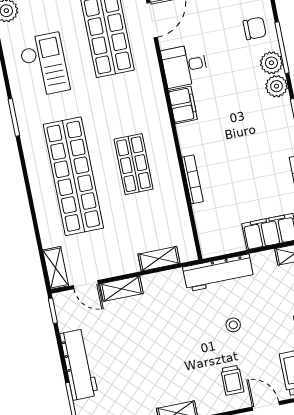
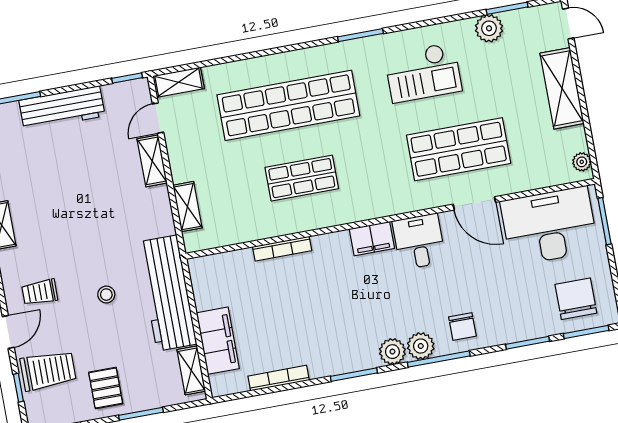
workbench: (218, 273) -> (167, 293), width x1.36, depth x1.32

